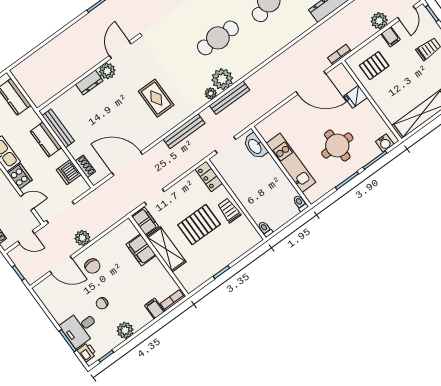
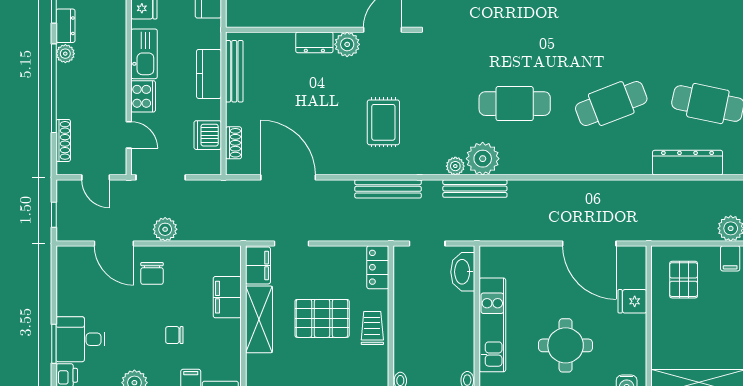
bookcase: (339, 54) -> (651, 234), removed
pallet: (374, 66) -> (684, 280), turned 90
chair: (102, 303) -> (174, 335), moved

